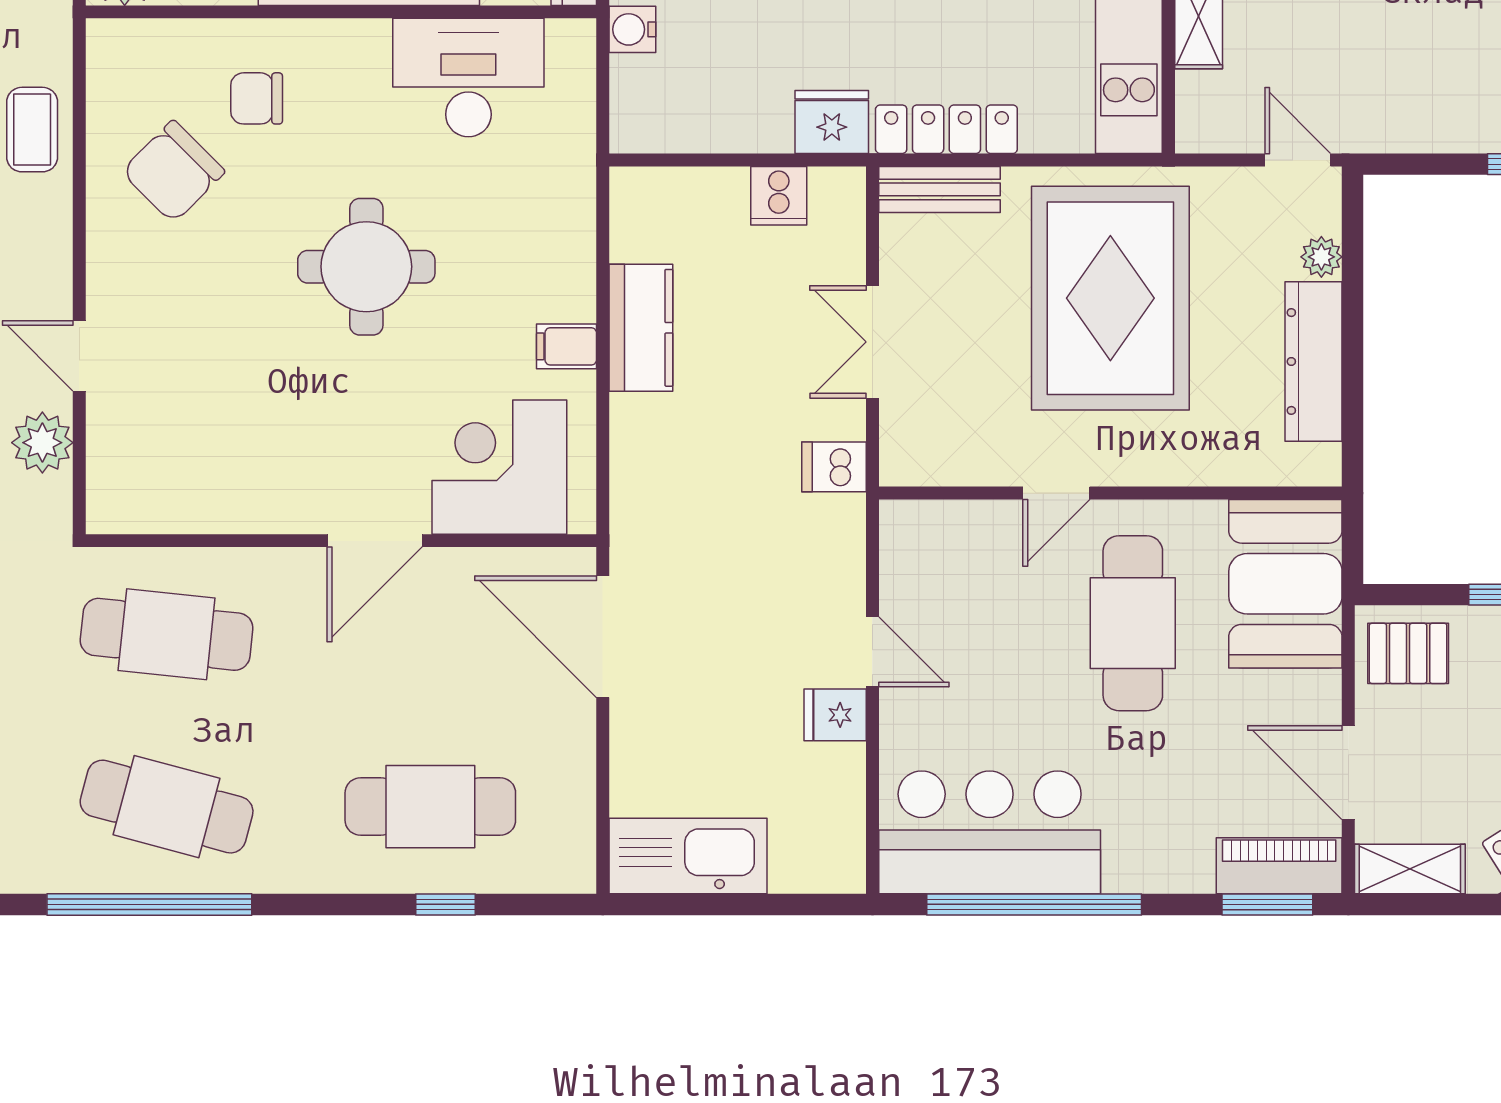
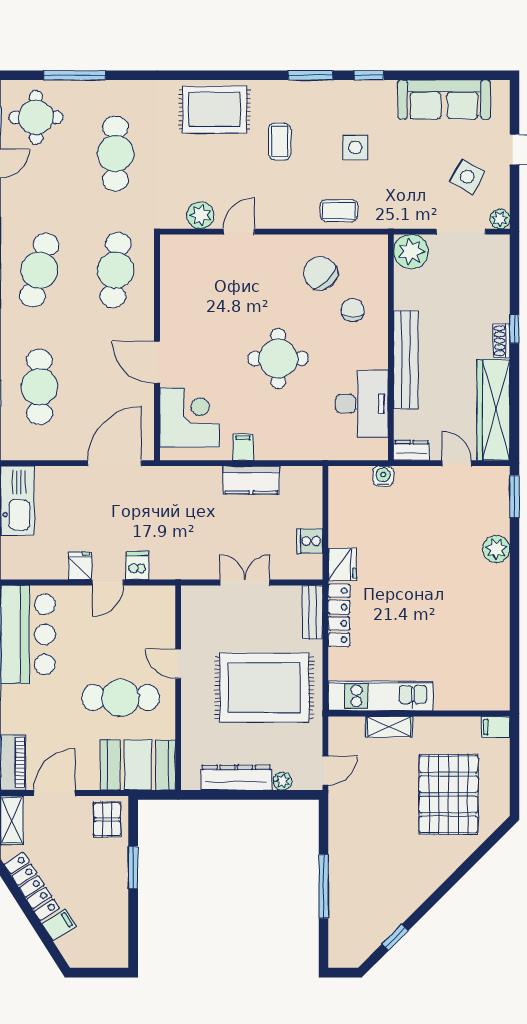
dishwasher: (834, 467) -> (137, 565), moved

